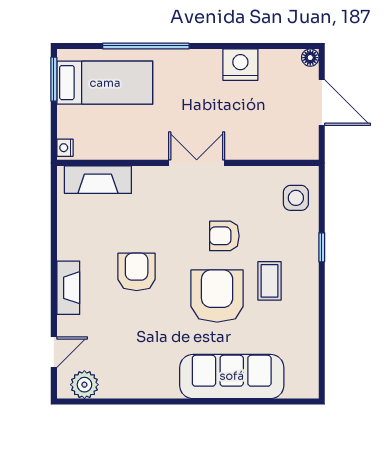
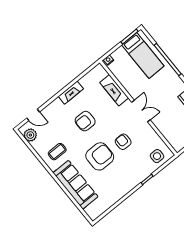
fireplace: (98, 180) -> (114, 90), moved
armchair: (137, 272) -> (85, 121), turned 180
coffee table: (270, 281) -> (57, 152), moved
fireplace: (68, 288) -> (71, 93), moved

